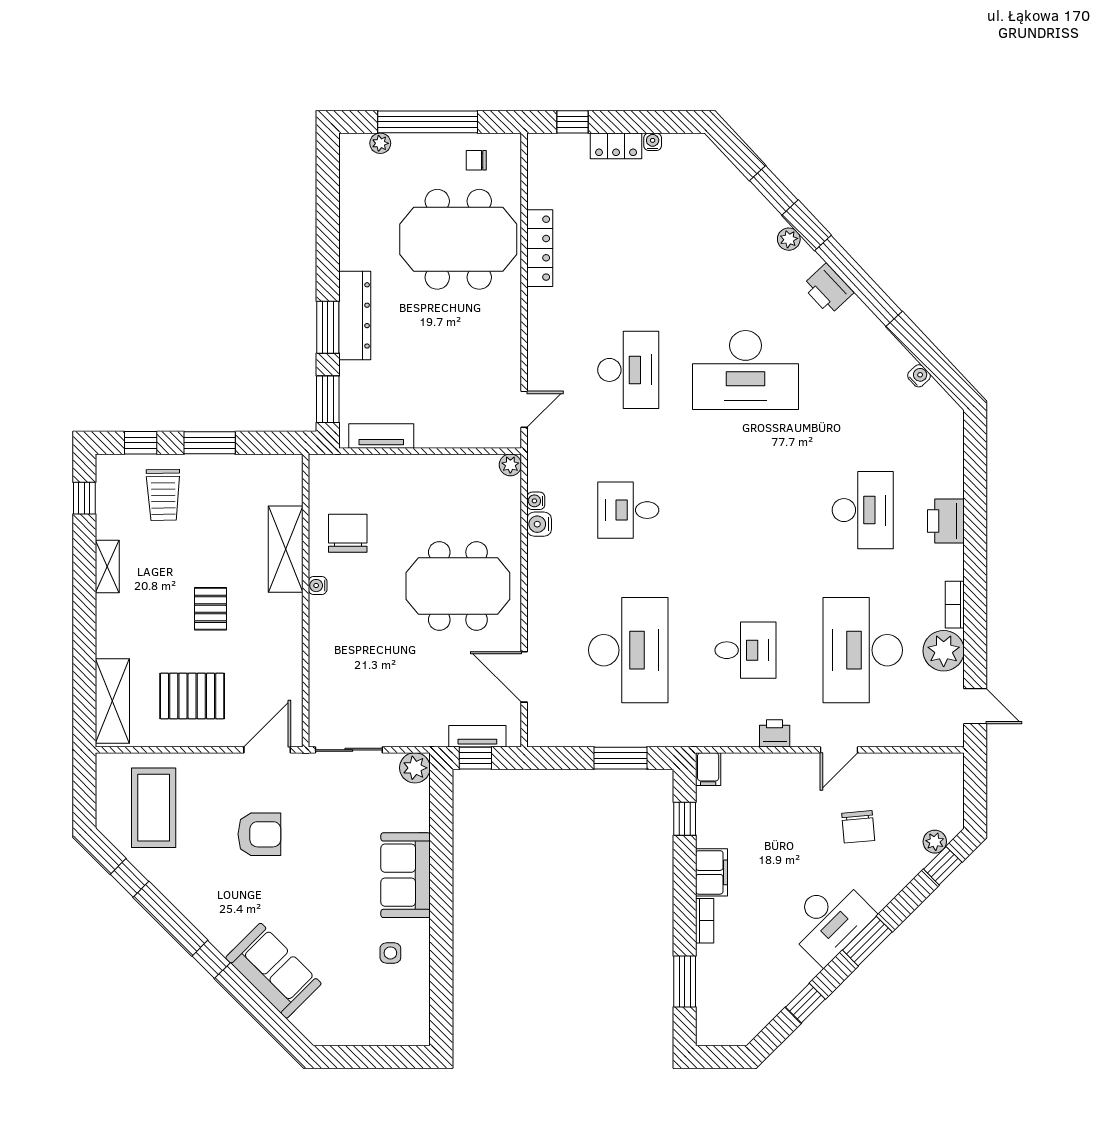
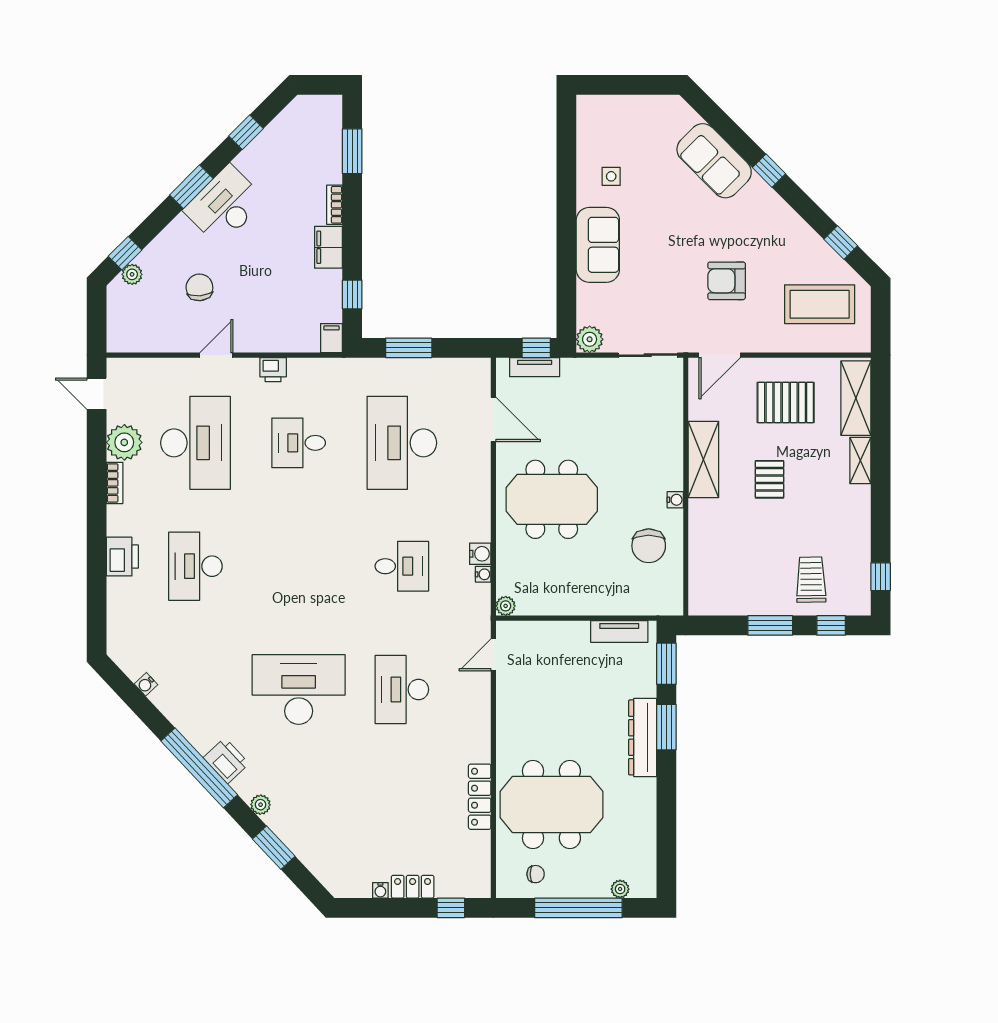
shelving: (286, 549) -> (703, 460), moved
shelving: (107, 566) -> (860, 460), moved
coffee table: (154, 808) -> (820, 304), turned 90

